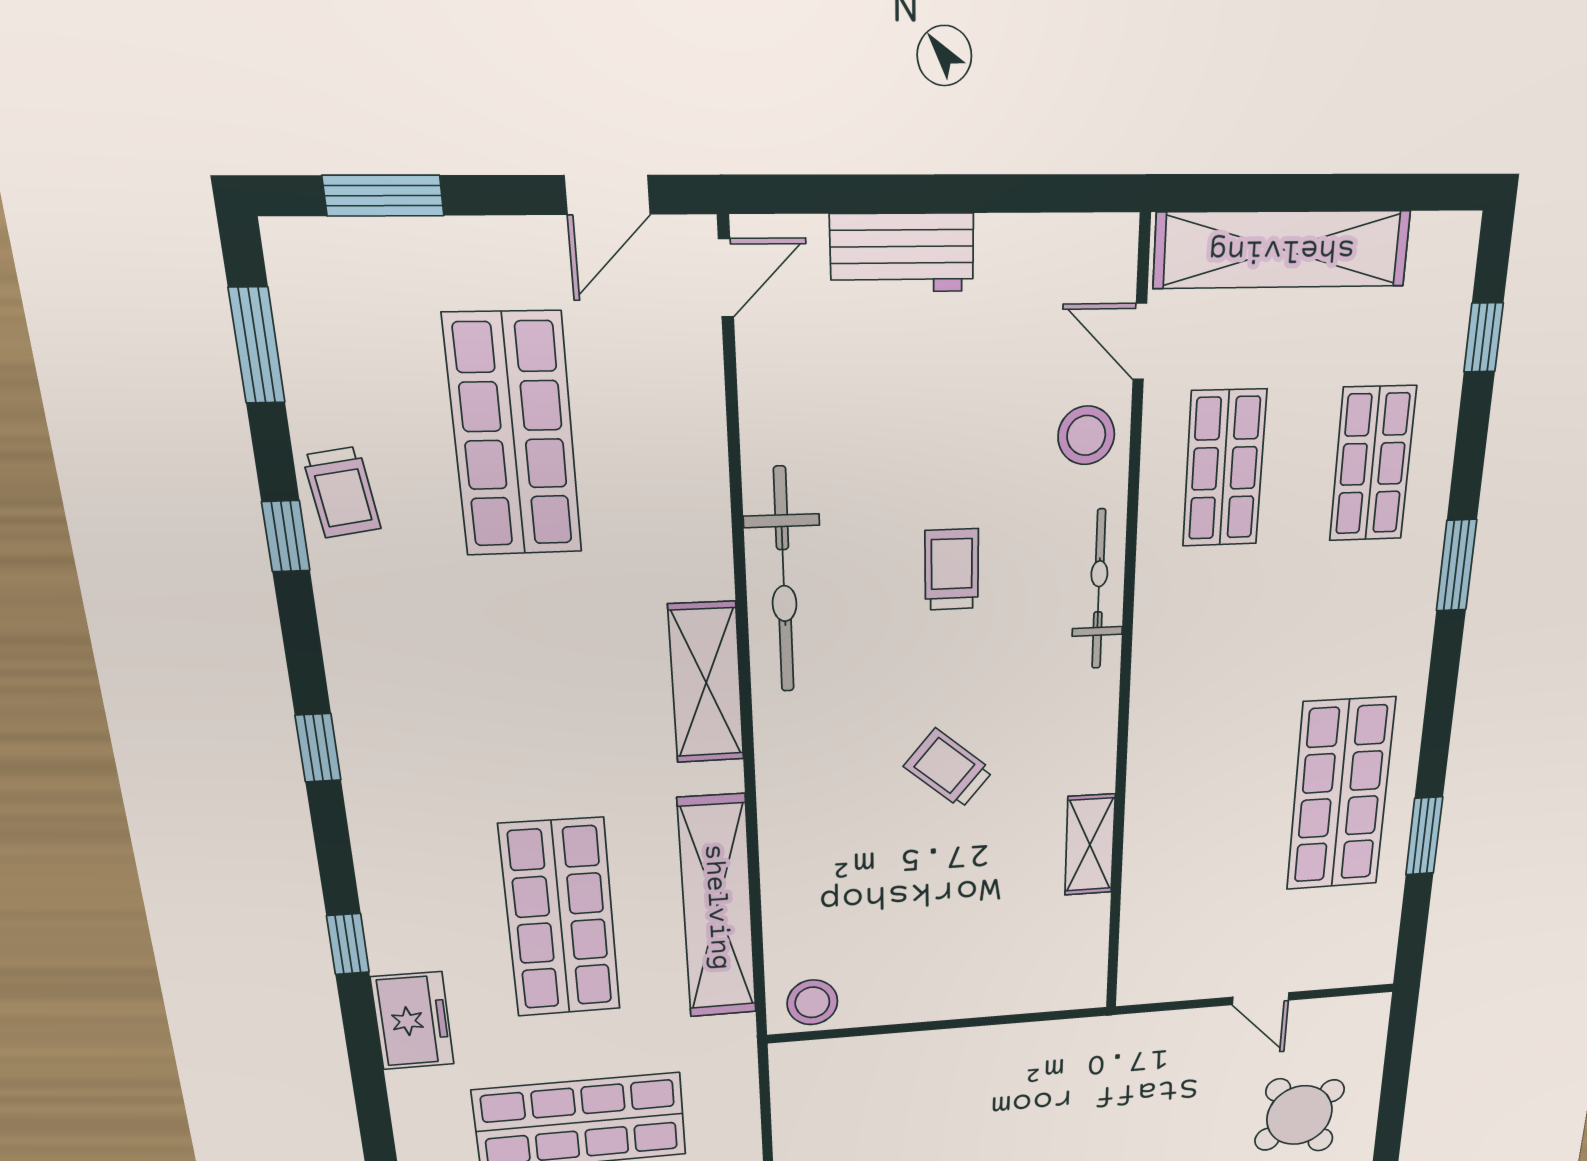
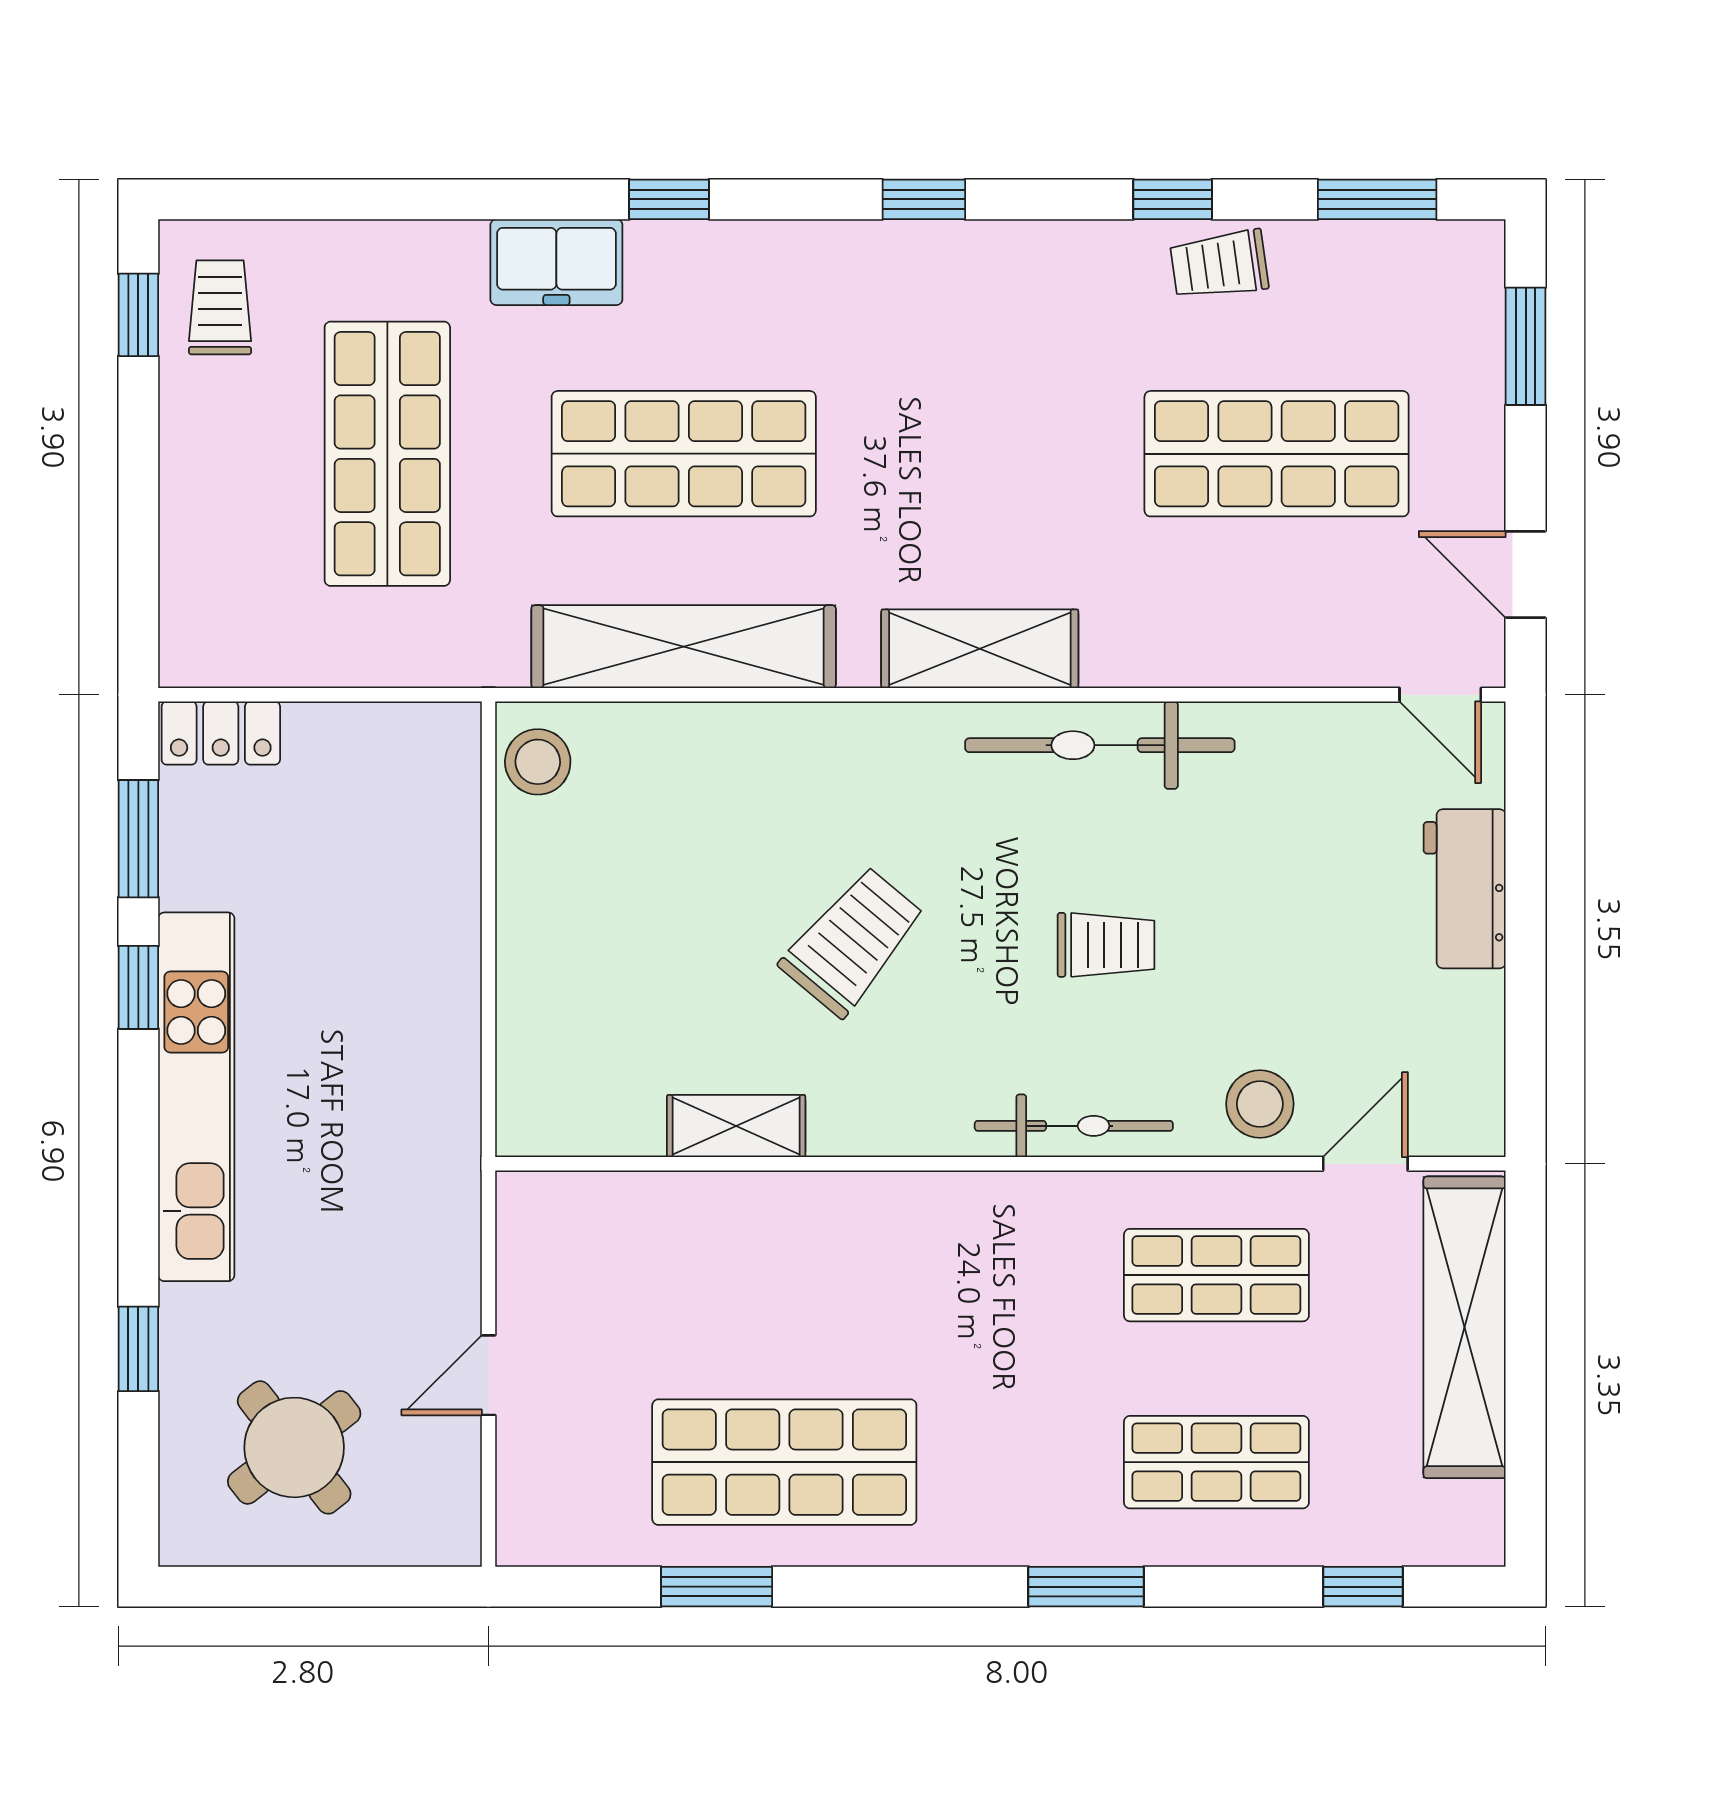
trolley: (949, 769) -> (853, 941), width x1.36, depth x1.39

